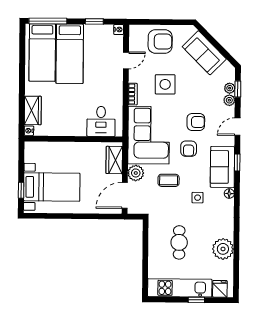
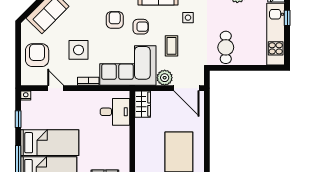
wardrobe: (114, 160) -> (143, 104), moved, turned -90
cafe table: (179, 242) -> (226, 47), moved, turned 90

